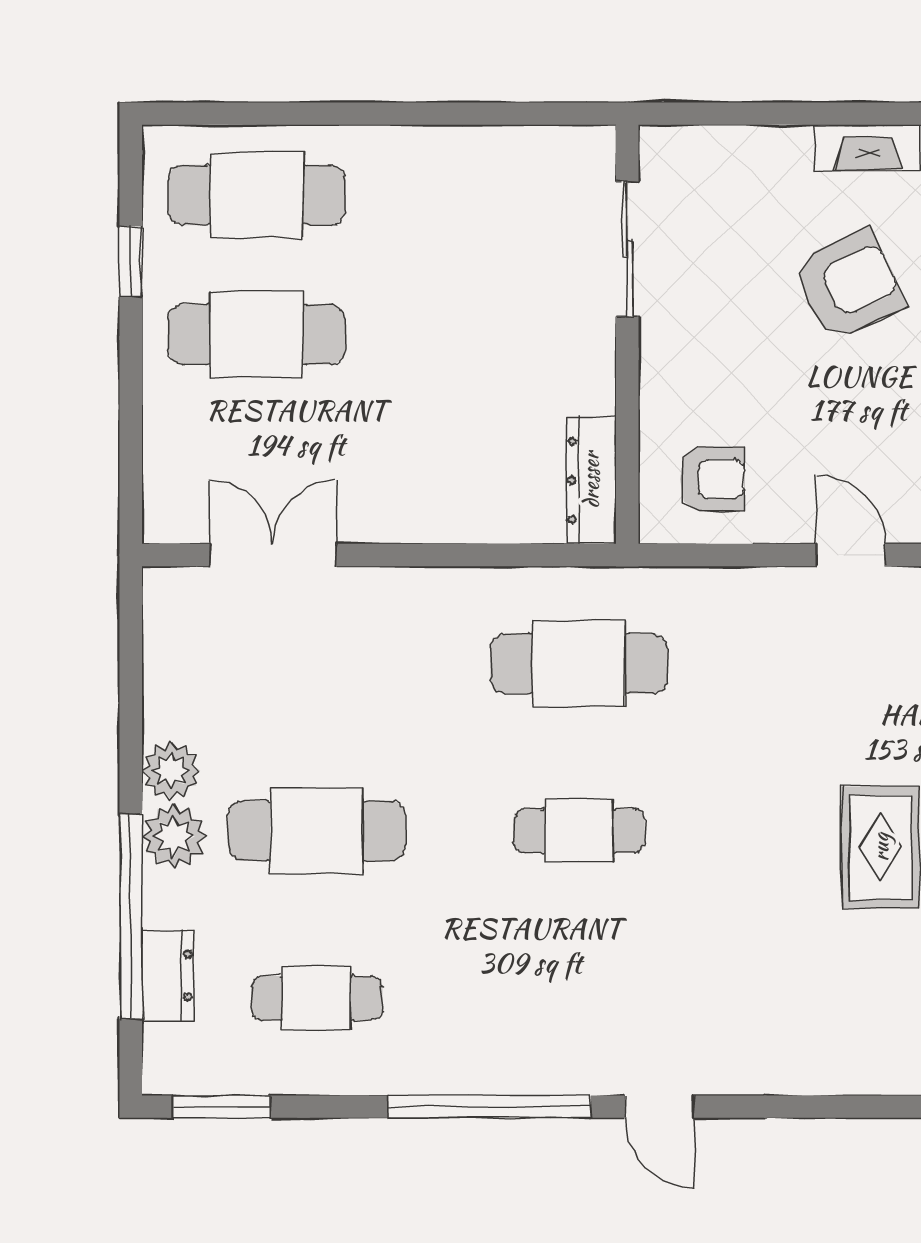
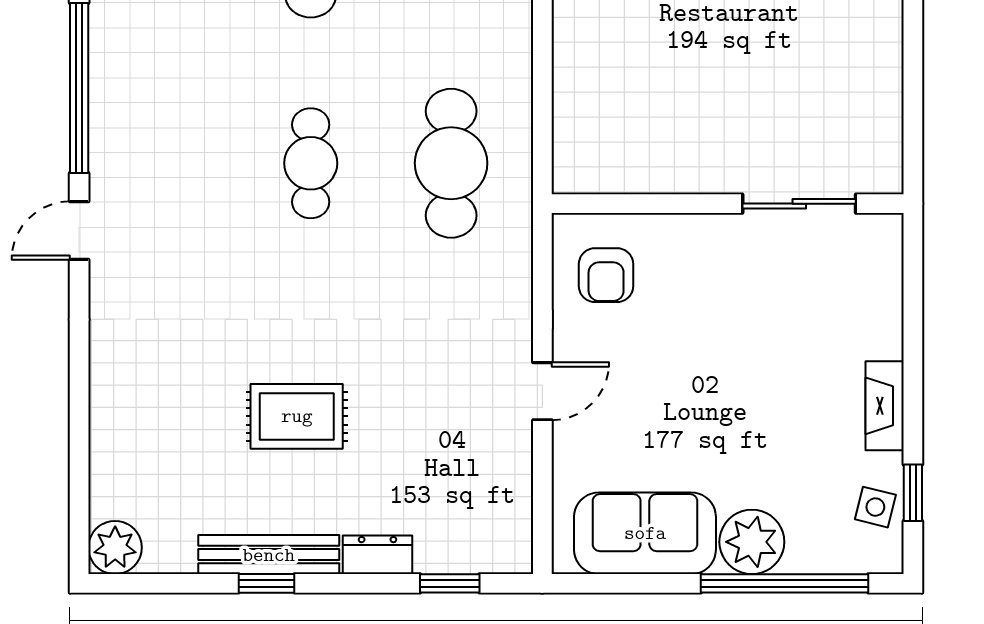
armchair: (849, 285) -> (769, 390), removed
dresser: (591, 480) -> (605, 173), removed

